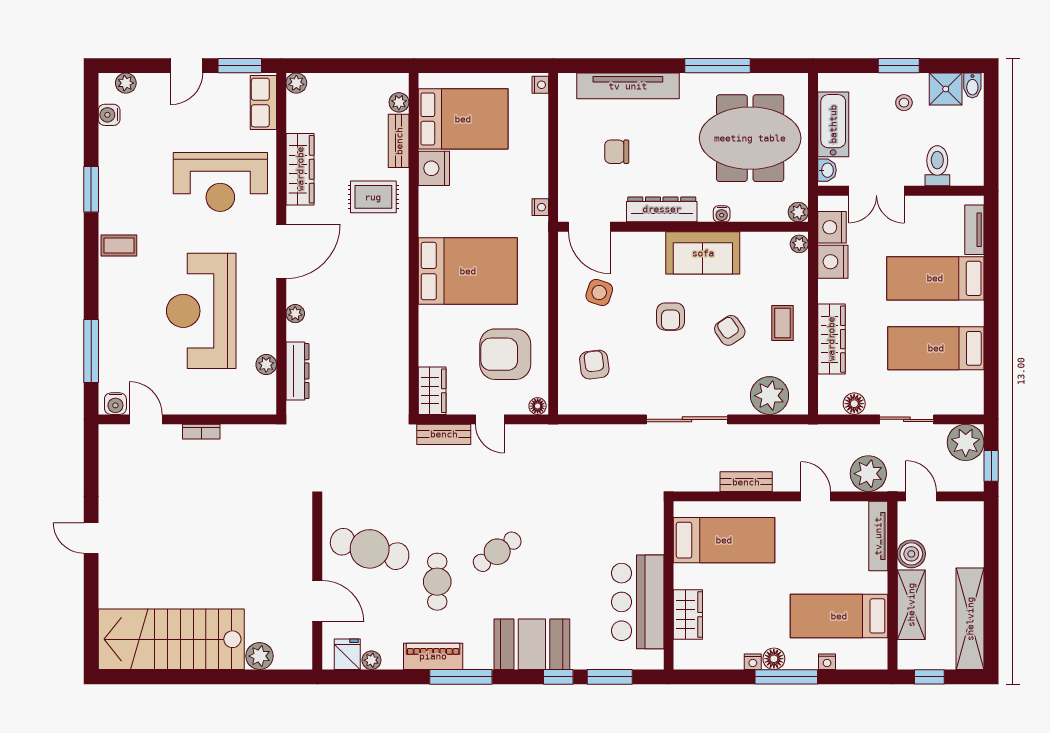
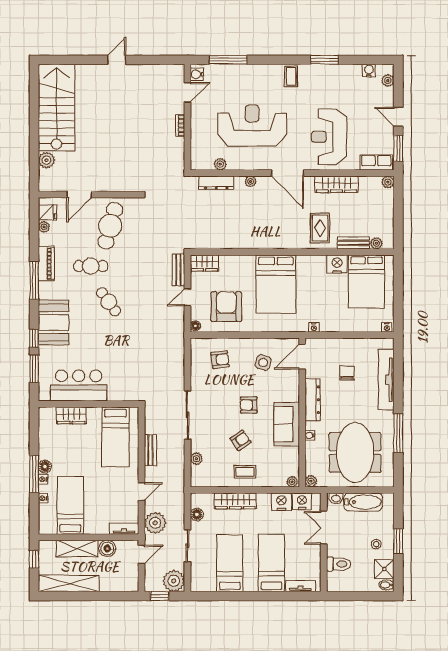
plant: (769, 396) -> (196, 459), width x0.53, depth x0.53
tv unit: (878, 536) -> (124, 529), width x0.71
nightstand: (753, 662) -> (43, 479), moved

